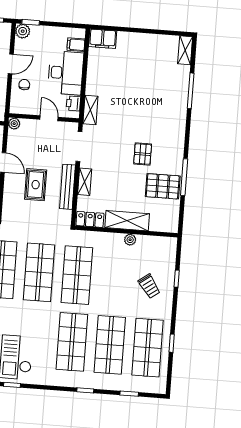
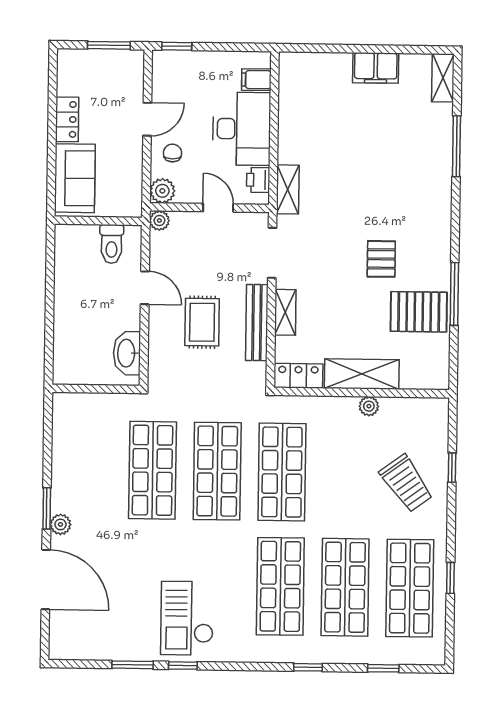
plant: (23, 31) -> (162, 191), moved
filing cabinet: (103, 39) -> (376, 68), moved
trolley: (149, 286) -> (406, 483), width x1.36, depth x1.39

